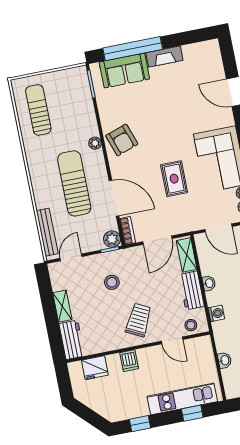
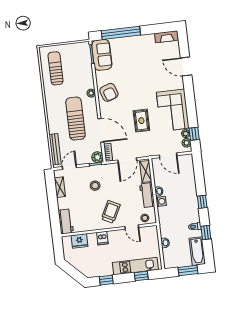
fireplace: (164, 57) -> (167, 37), moved
sofa: (124, 71) -> (102, 55), moved, turned -90
shelving: (62, 306) -> (60, 187), moved
washing machine: (216, 313) -> (161, 201), moved

